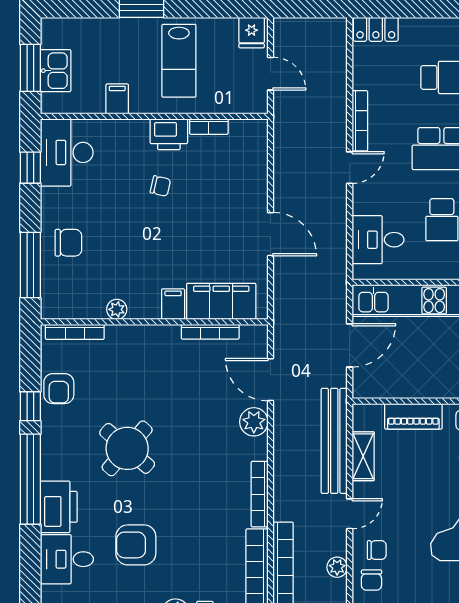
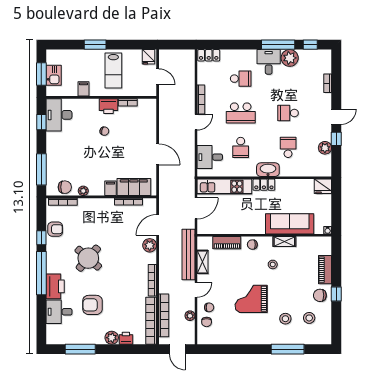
chair: (68, 243) -> (65, 187), moved
door: (270, 380) -> (158, 225), hinge flipped
armchair: (59, 389) -> (55, 229), turned -90

